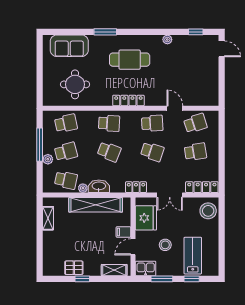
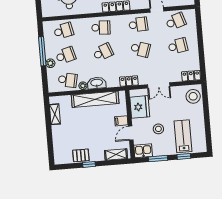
school desk: (109, 152) -> (103, 52), turned -42
locker: (202, 187) -> (191, 76), width x0.66

